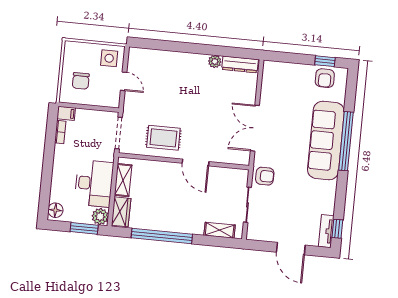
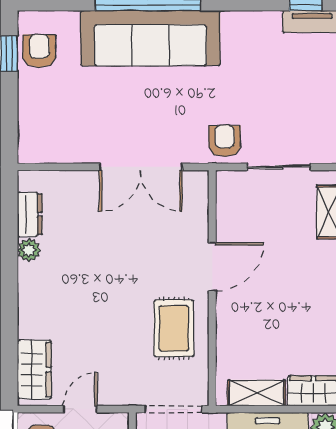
wardrobe: (148, 58) -> (34, 370), added
dresser: (240, 64) -> (30, 214), width x0.70
armchair: (325, 78) -> (39, 51), turned -90

